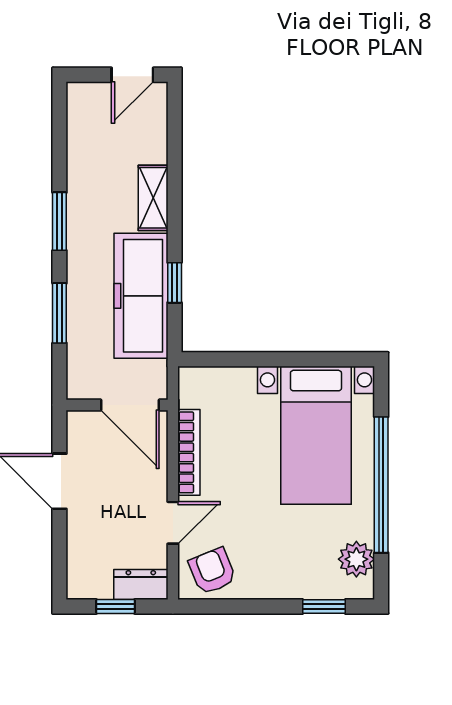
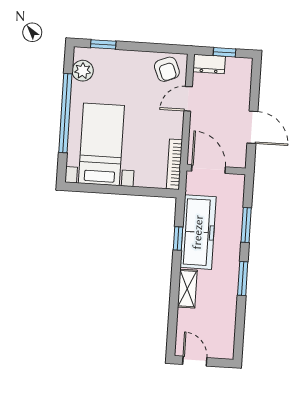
door: (132, 75) -> (195, 361), hinge flipped
bookcase: (189, 452) -> (174, 164), moved

